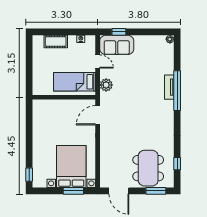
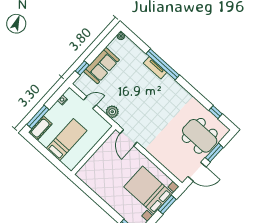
window: (51, 32) -> (38, 117), added
cot: (56, 41) -> (40, 128), moved
sofa: (117, 45) -> (102, 66), moved
bed: (75, 82) -> (66, 140), moved, turned 180
window: (156, 191) -> (214, 153), moved

